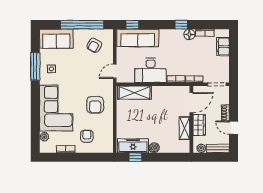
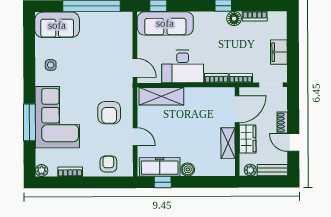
armchair: (94, 45) -> (108, 33), removed
filing cabinet: (223, 47) -> (279, 52), moved
window: (35, 66) -> (29, 122), moved
door: (115, 71) -> (135, 68), swing flipped
door: (115, 123) -> (135, 137), added
armchair: (87, 136) -> (108, 164), moved
plant: (44, 137) -> (42, 171), moved

